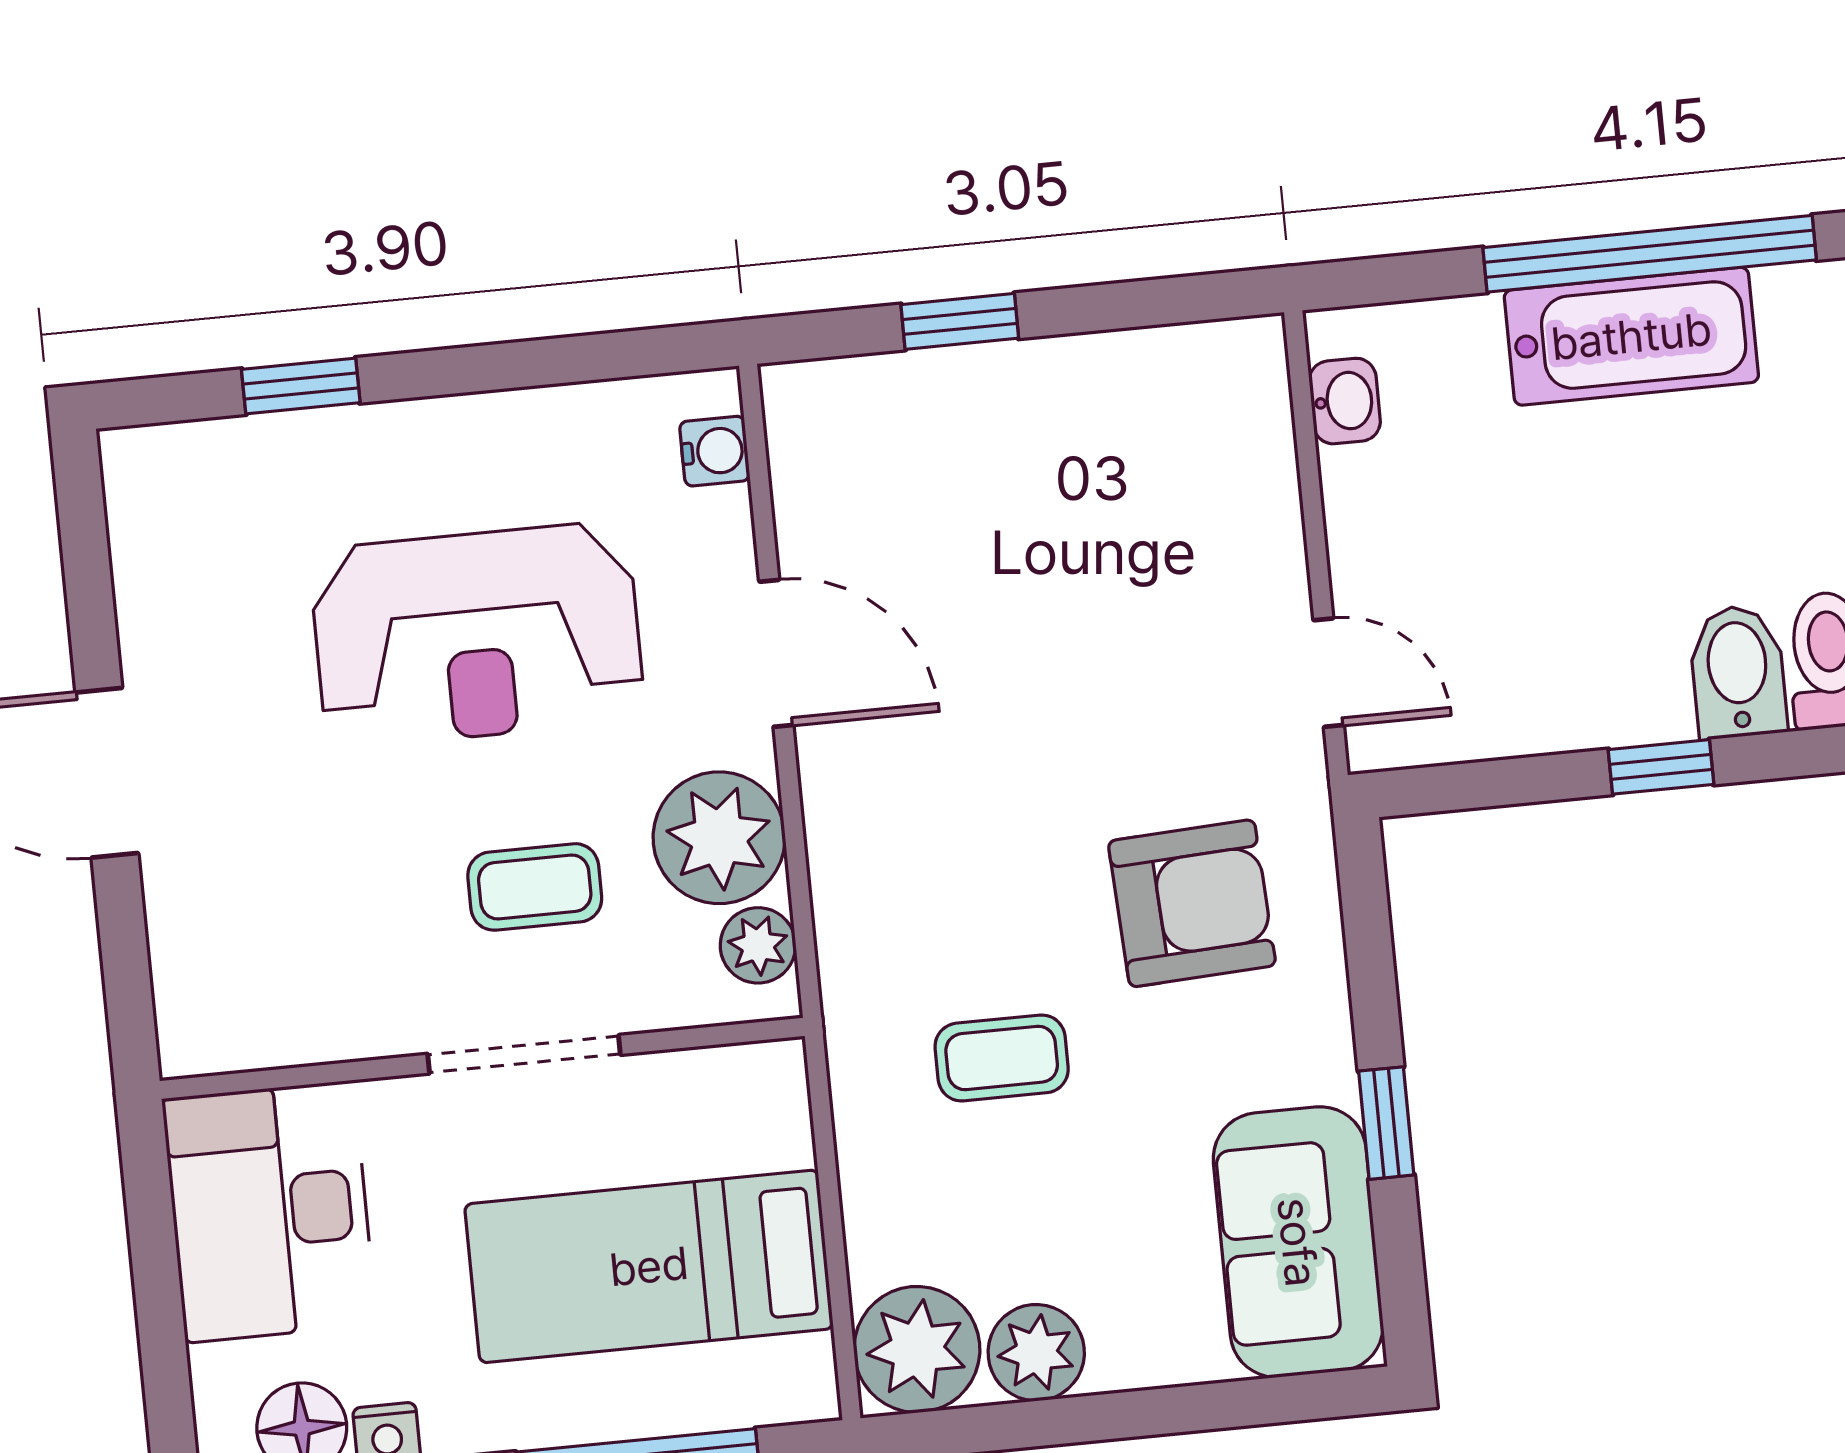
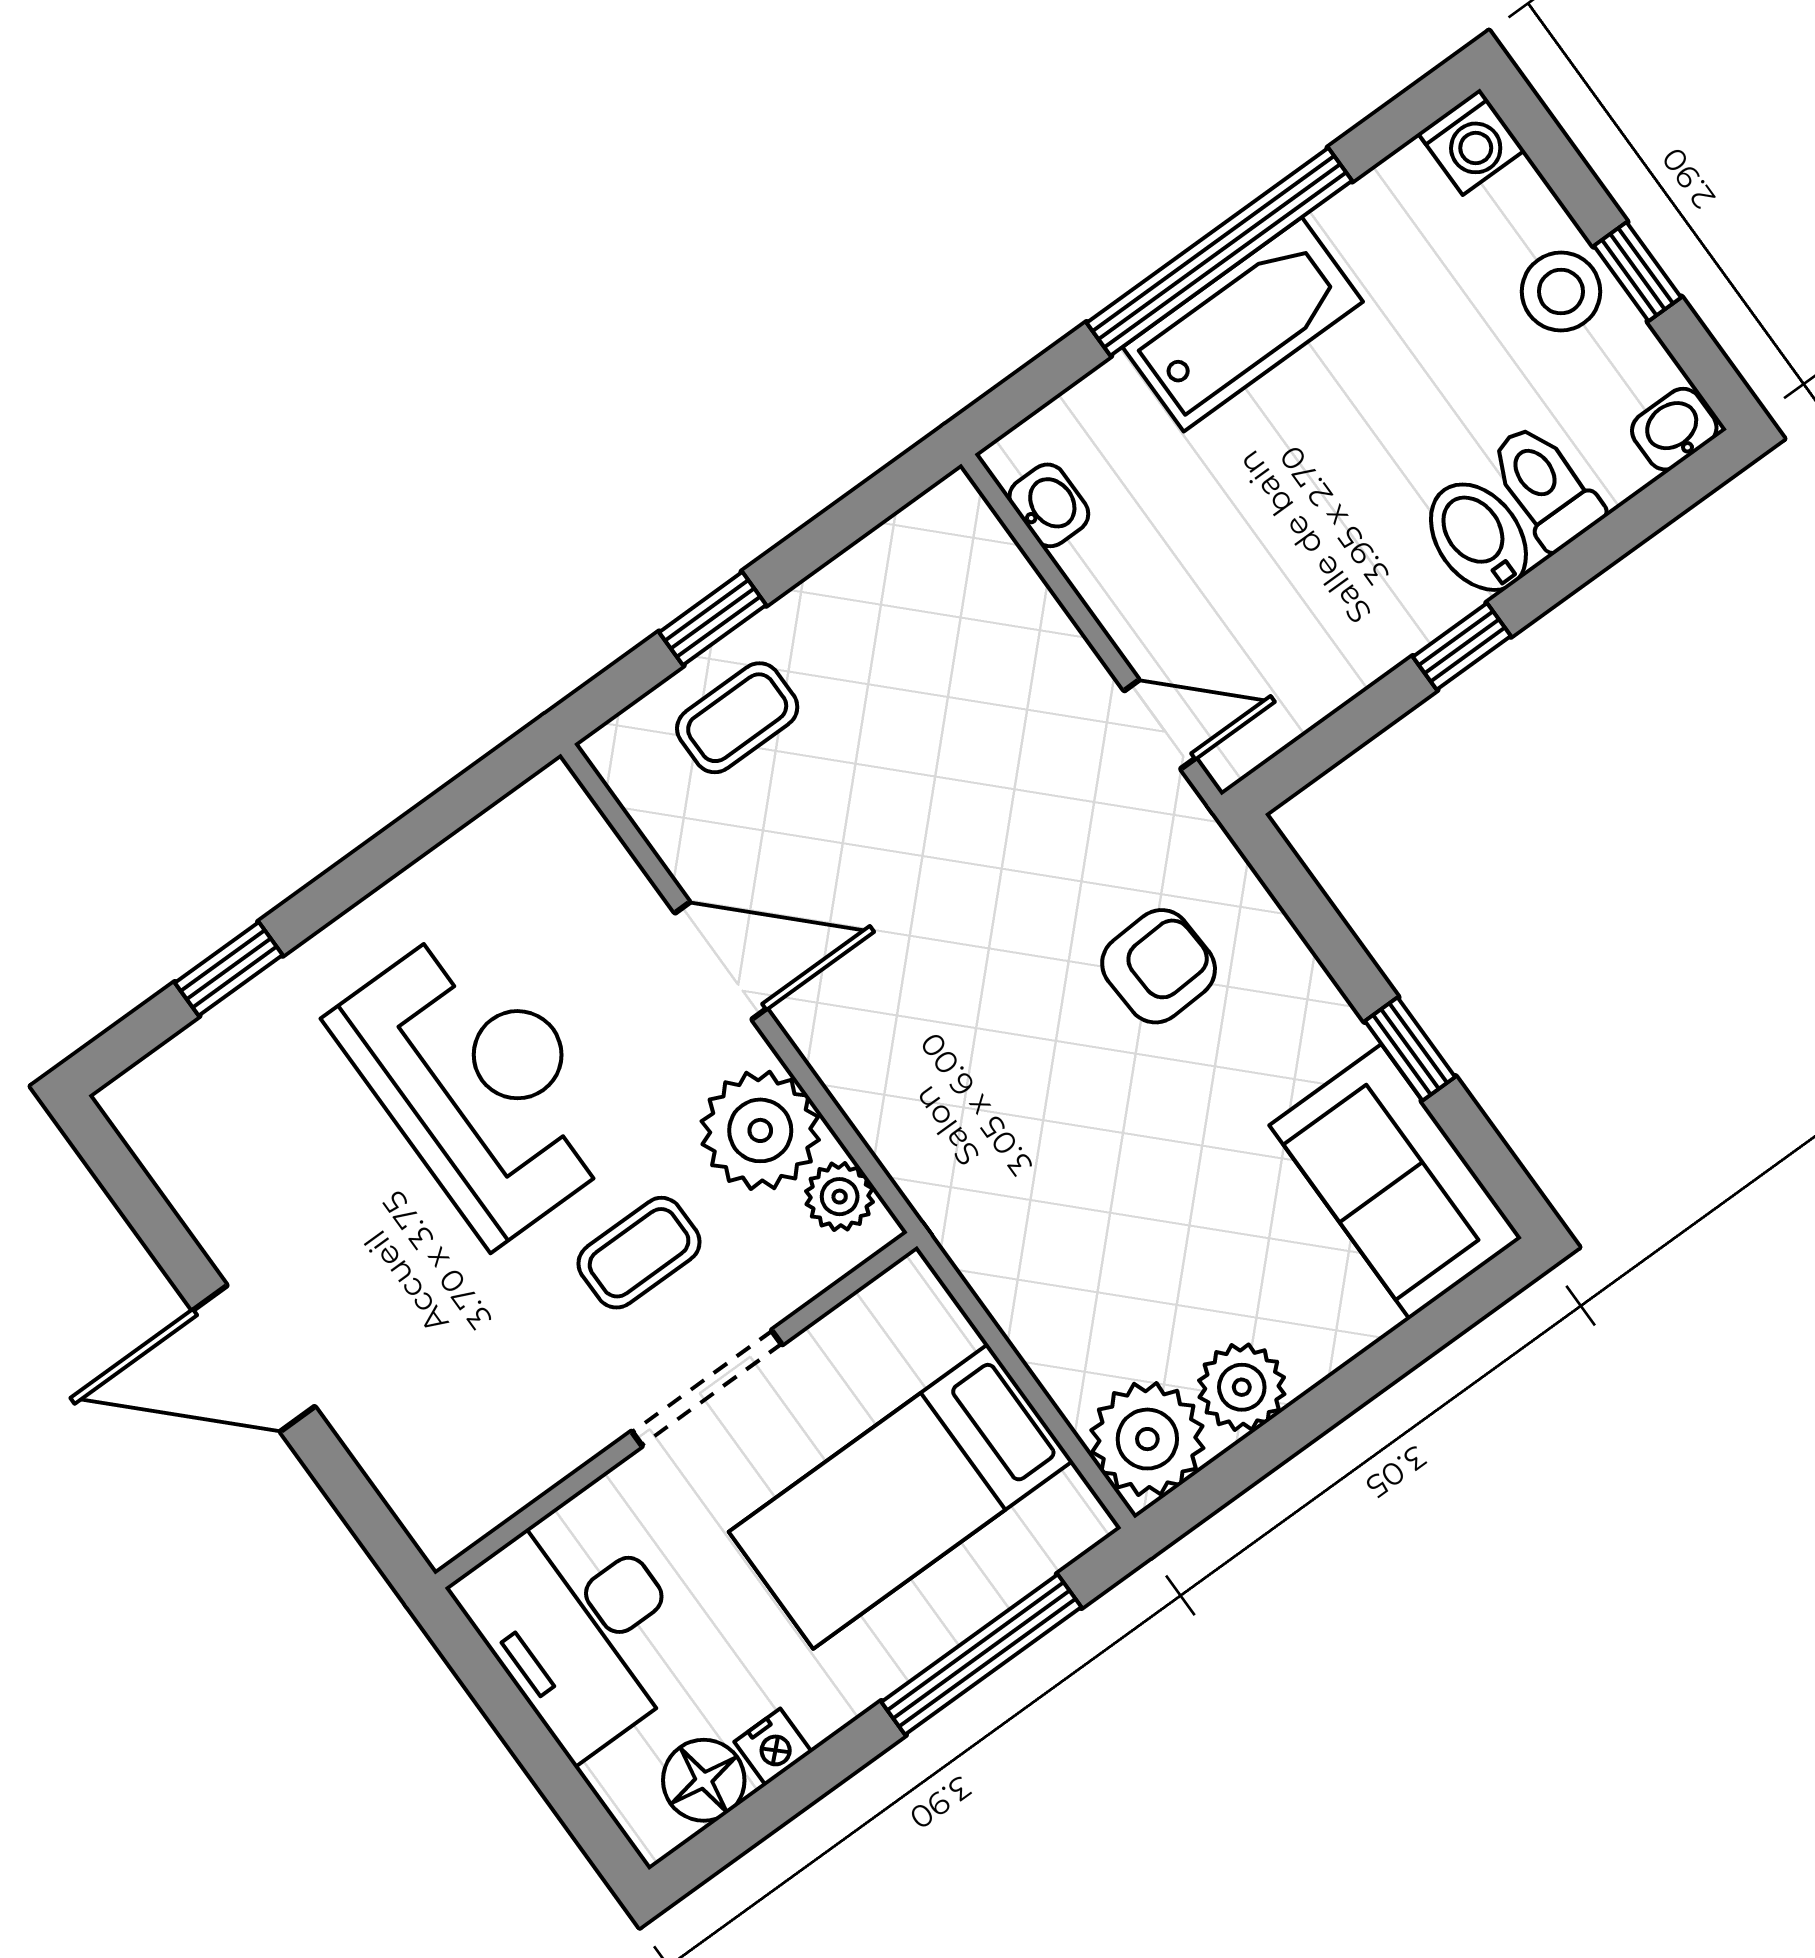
water cooler: (715, 451) -> (581, 831), removed
reception desk: (477, 635) -> (479, 1082), turned -90
armchair: (1192, 903) -> (1159, 966), width x0.72, depth x0.72
coffee table: (1002, 1058) -> (737, 718), moved

